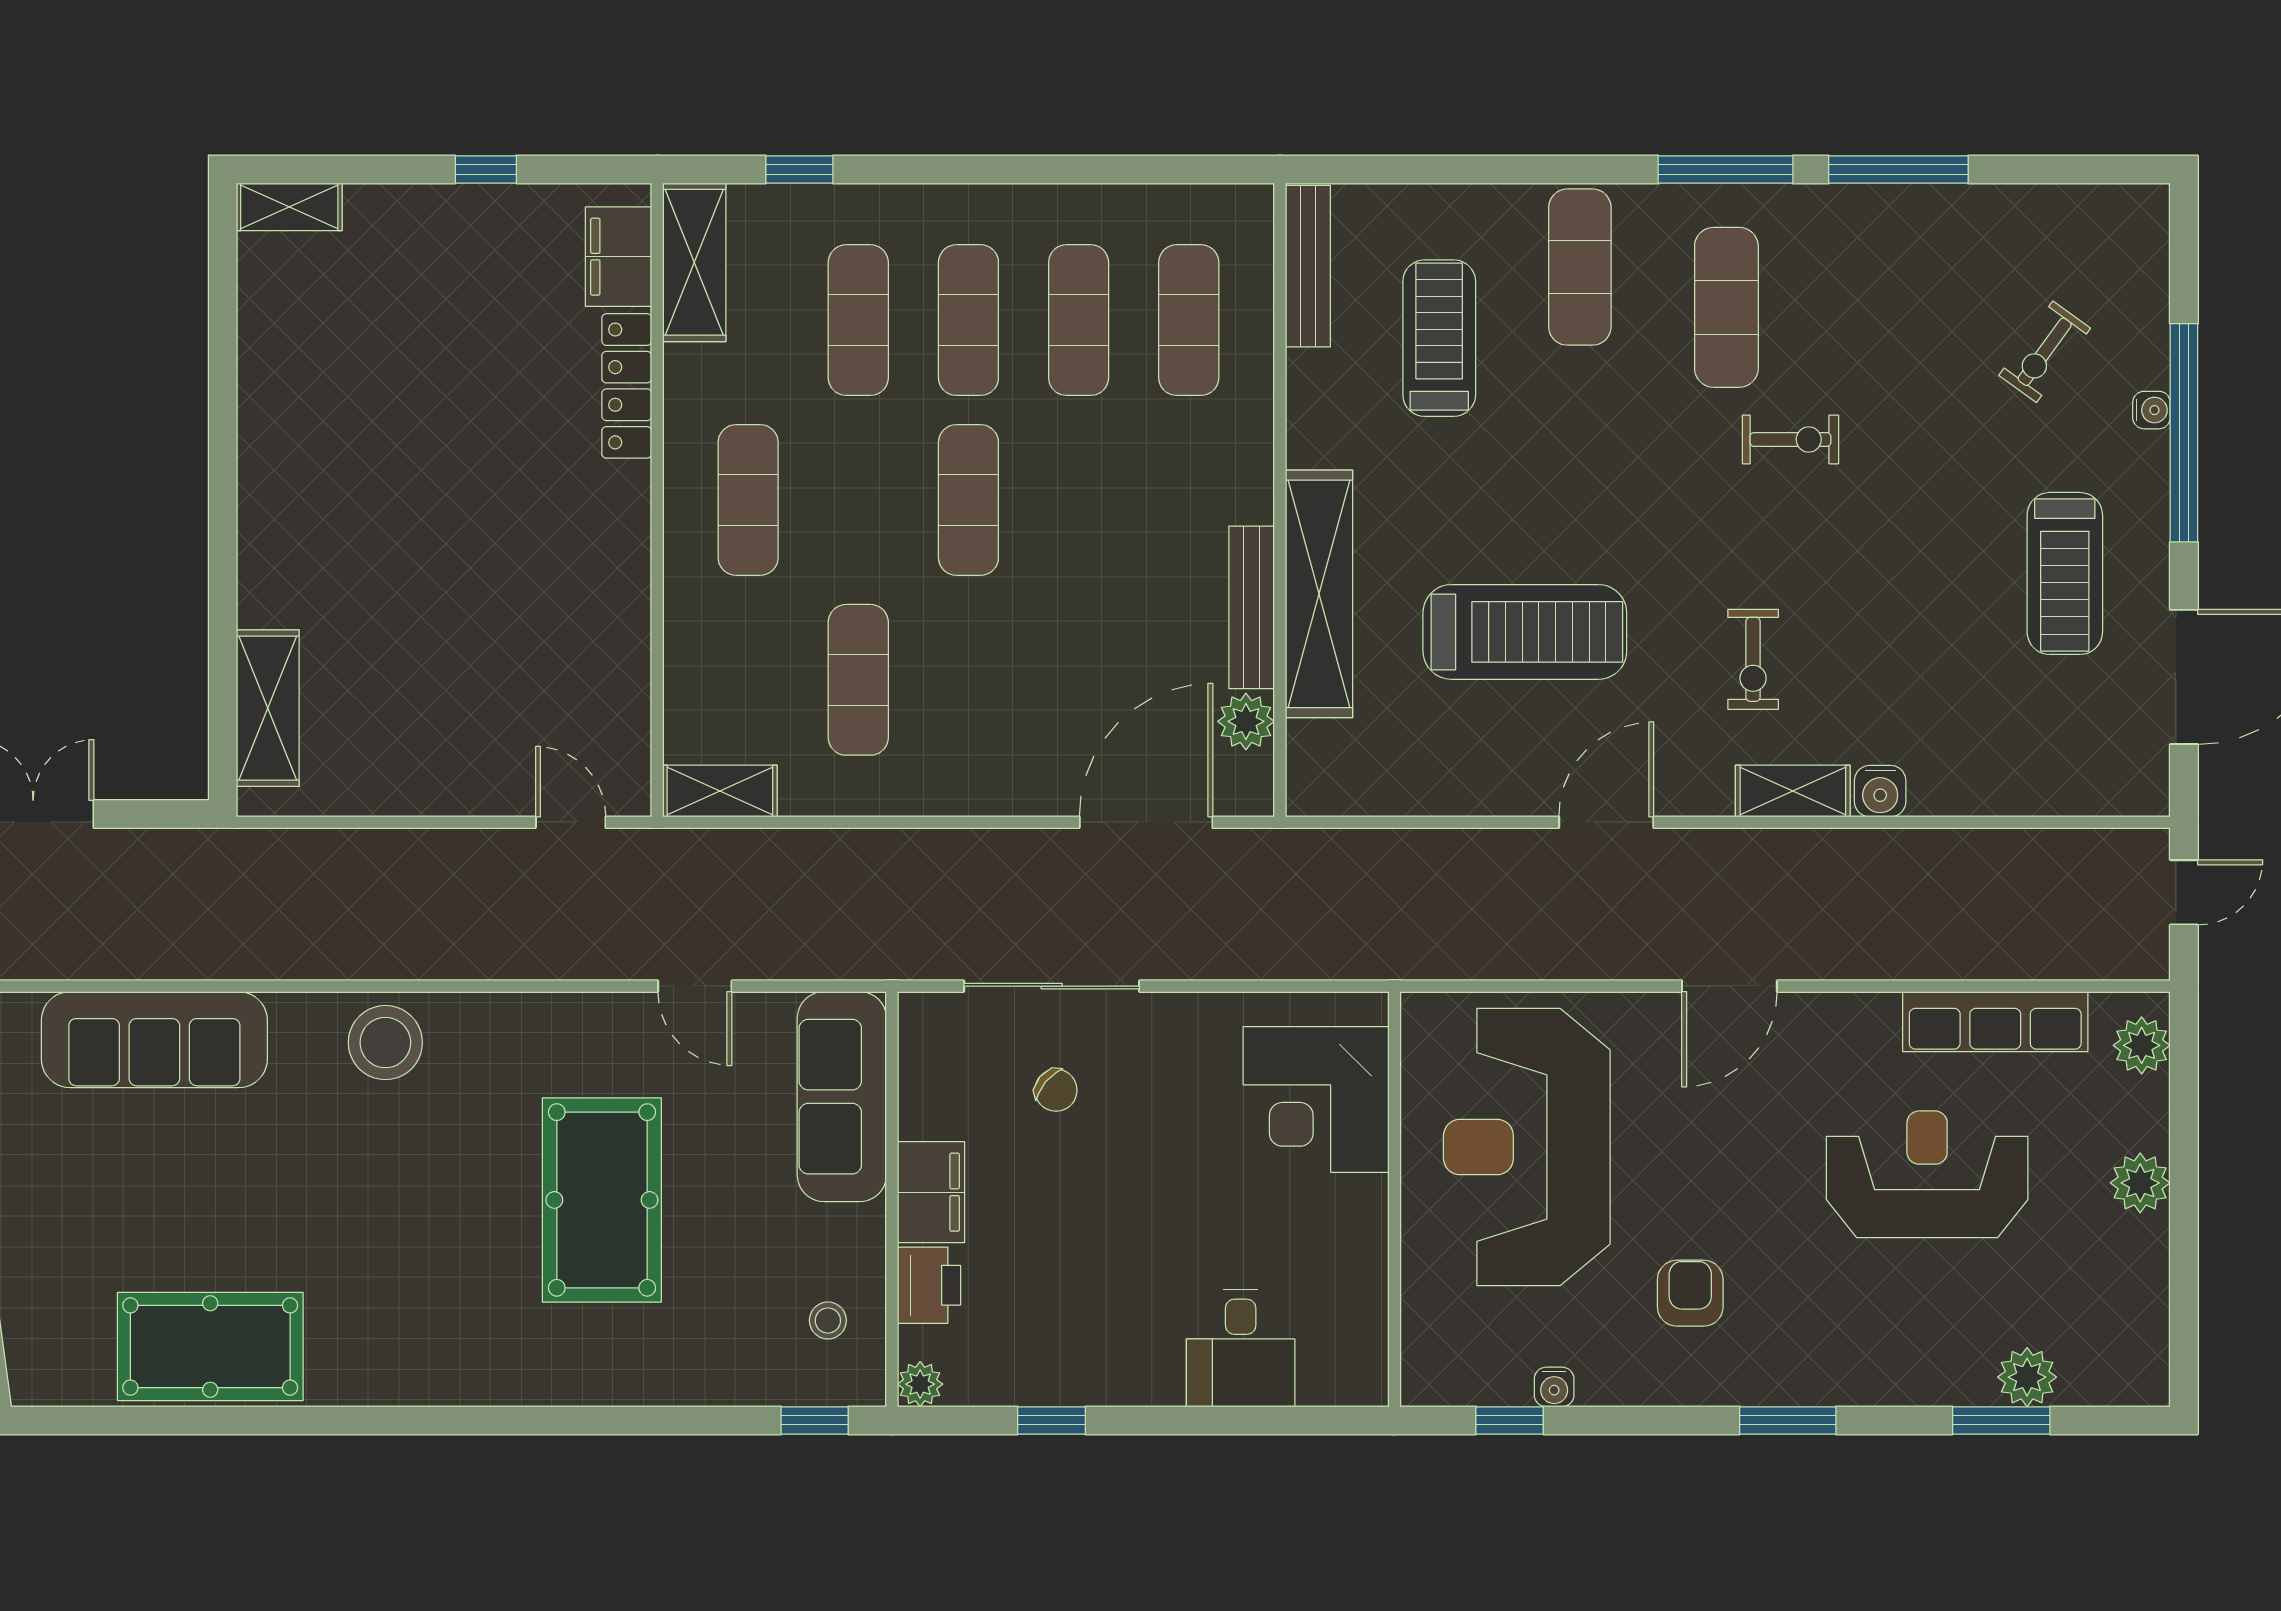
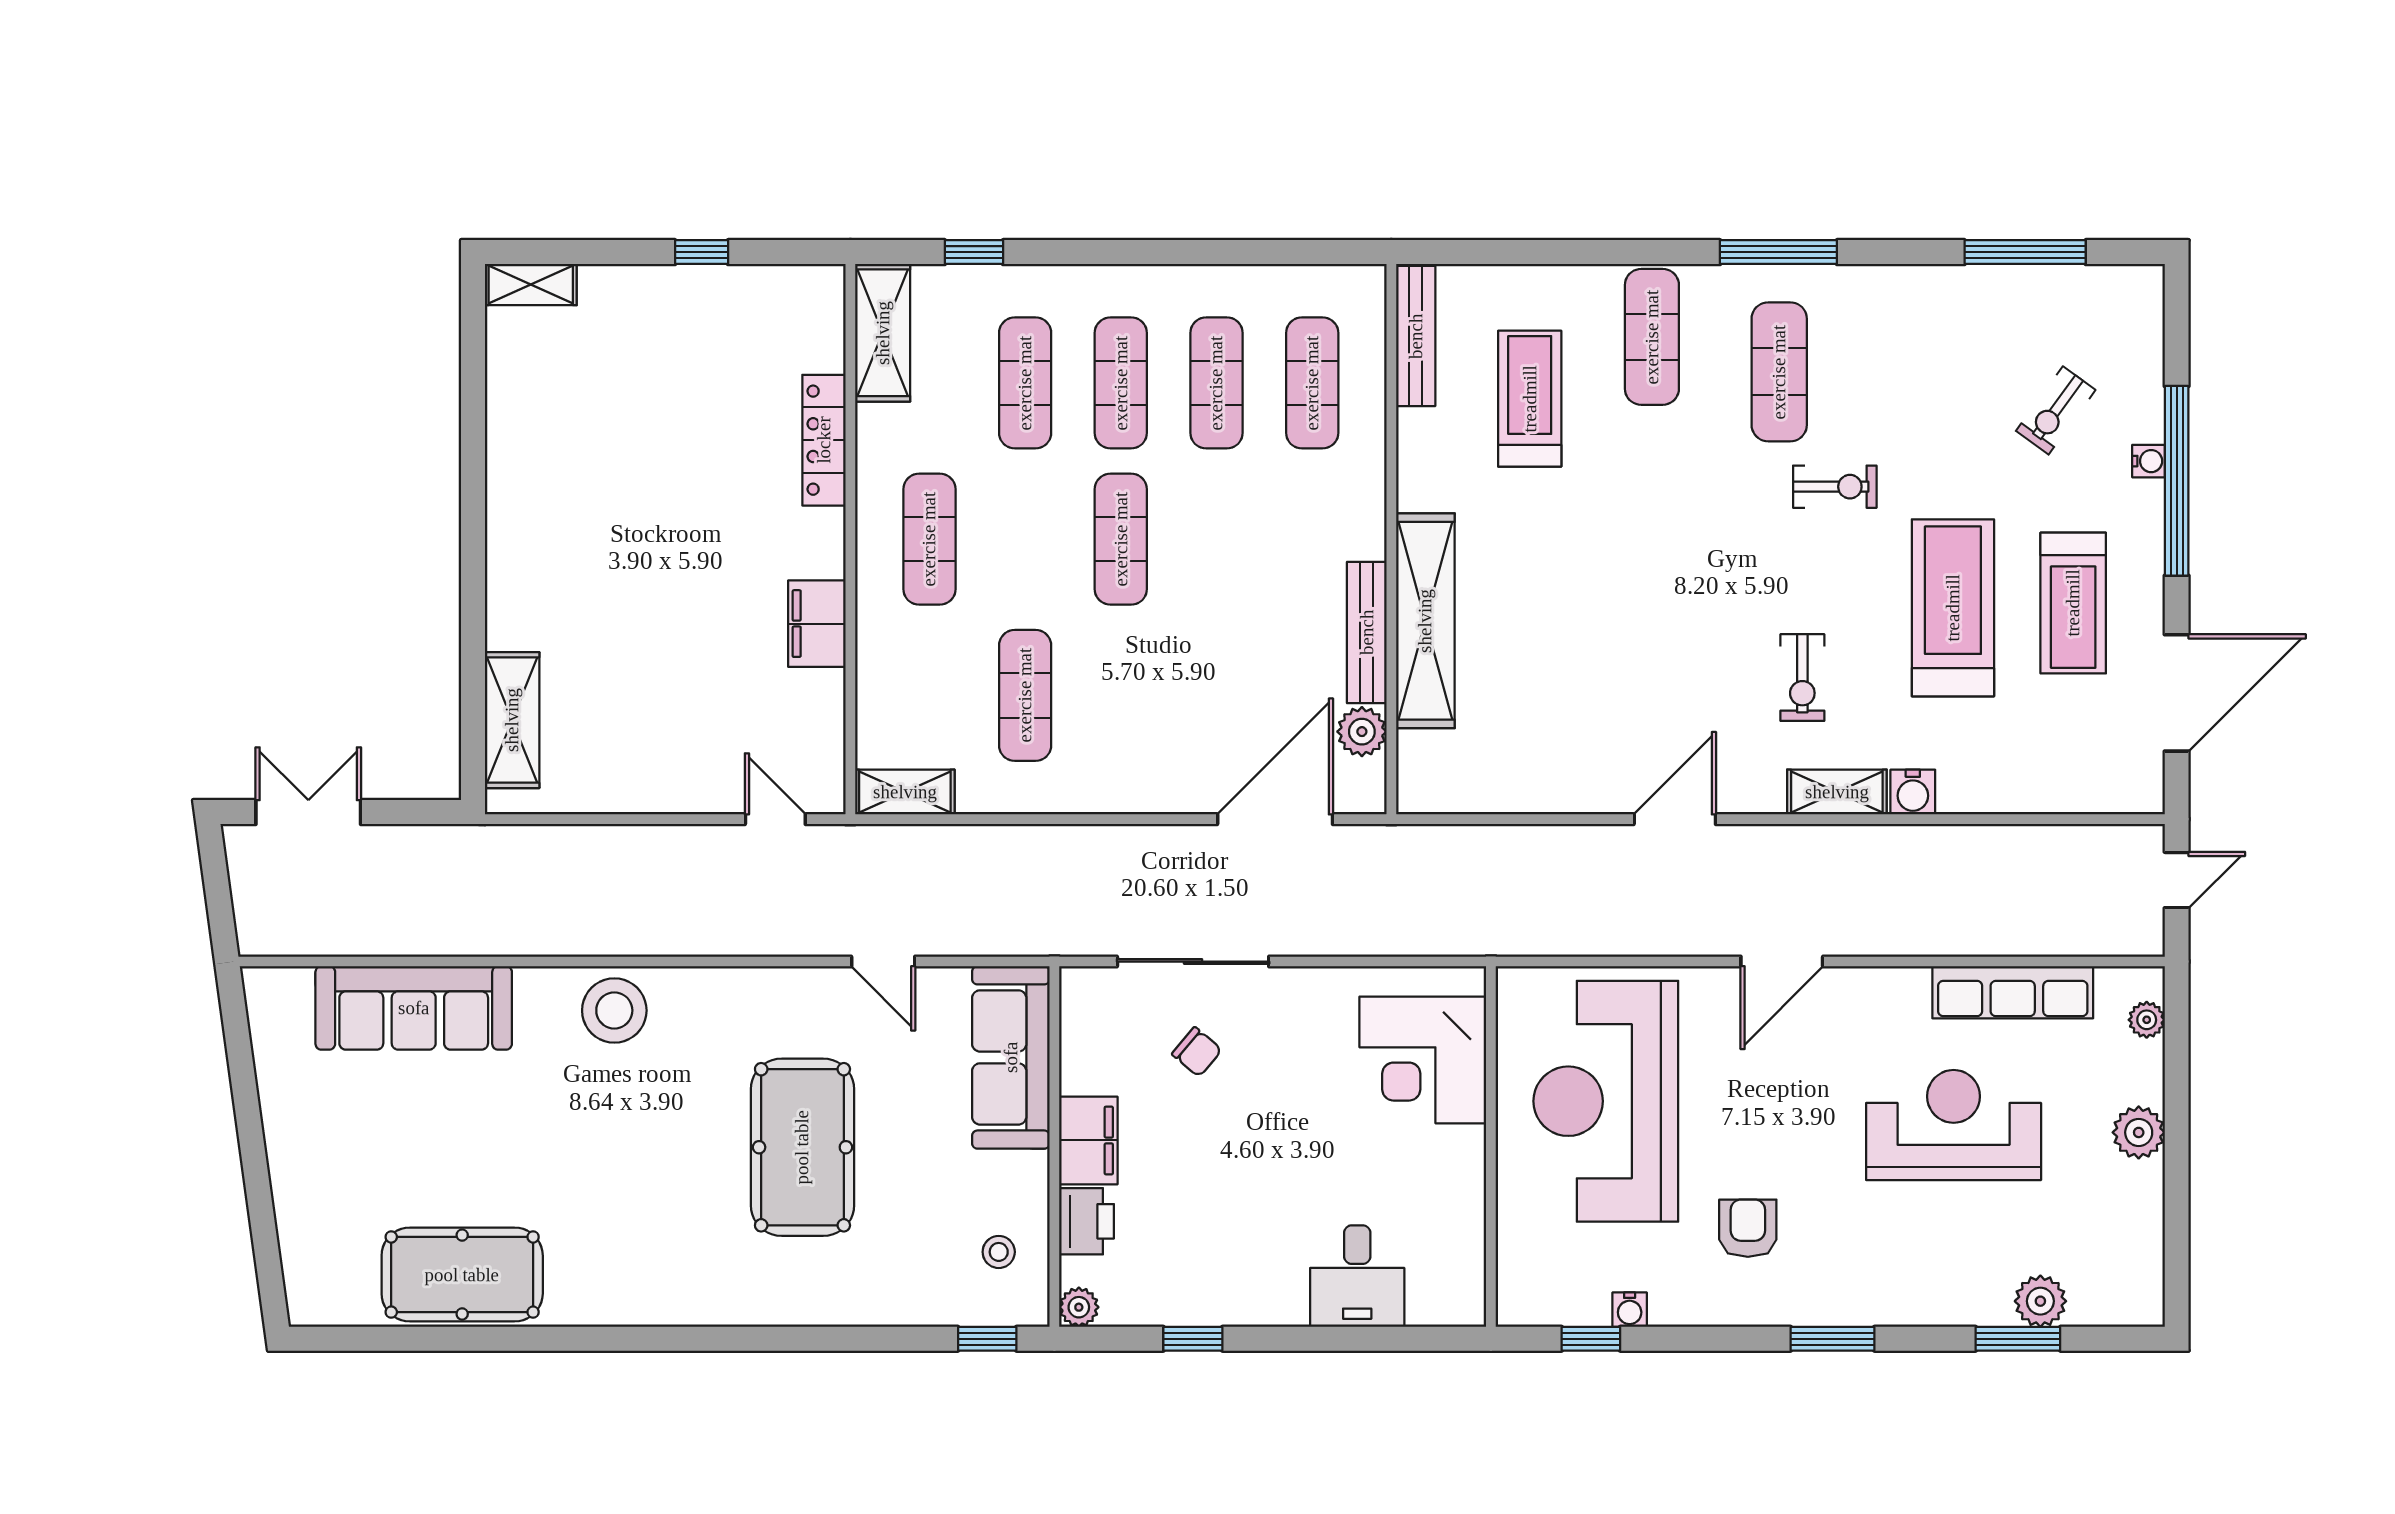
window: (1898, 169) -> (2025, 252), moved
filing cabinet: (618, 257) -> (817, 624), moved
treadmill: (1525, 632) -> (1953, 608), moved, turned -90
plant: (2142, 1045) -> (2147, 1020), width x0.73, depth x0.73

